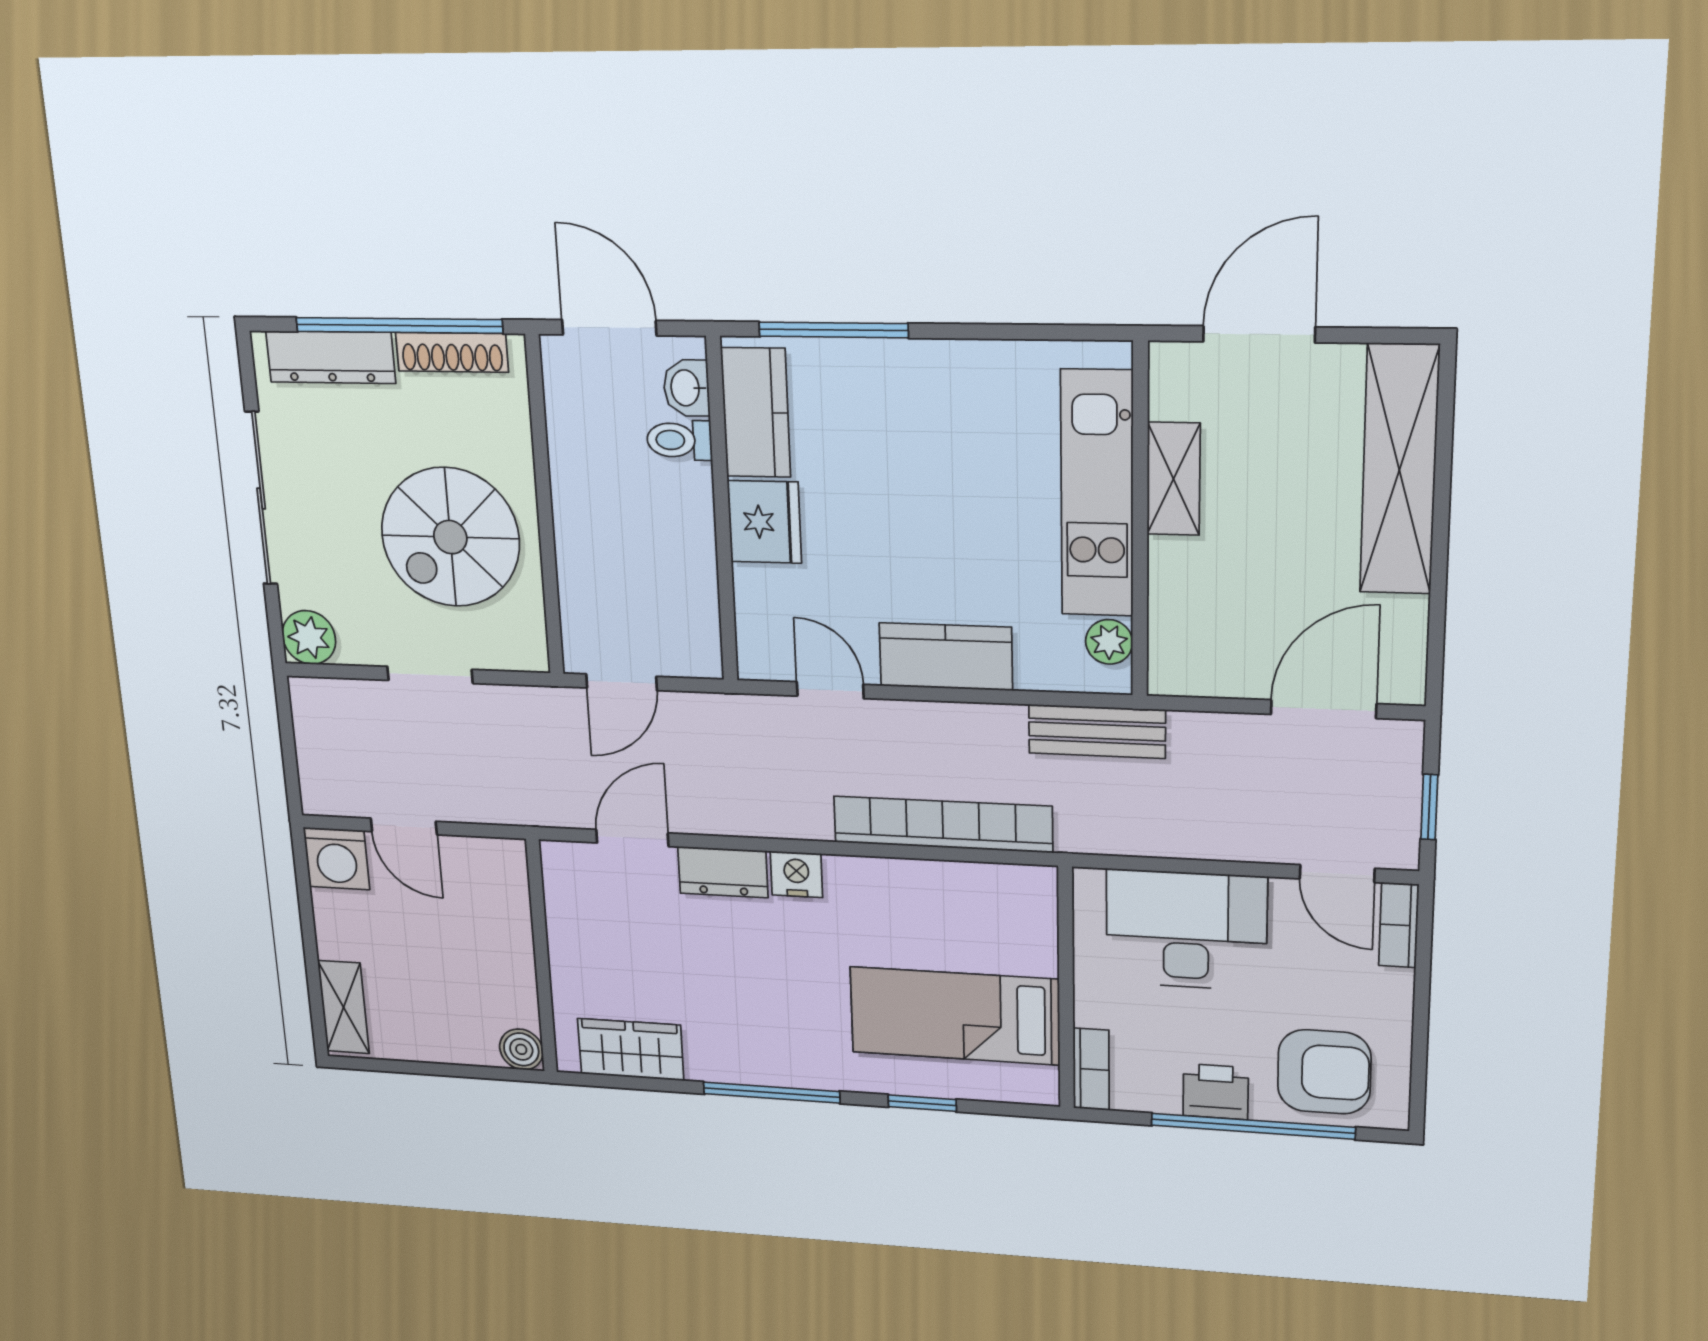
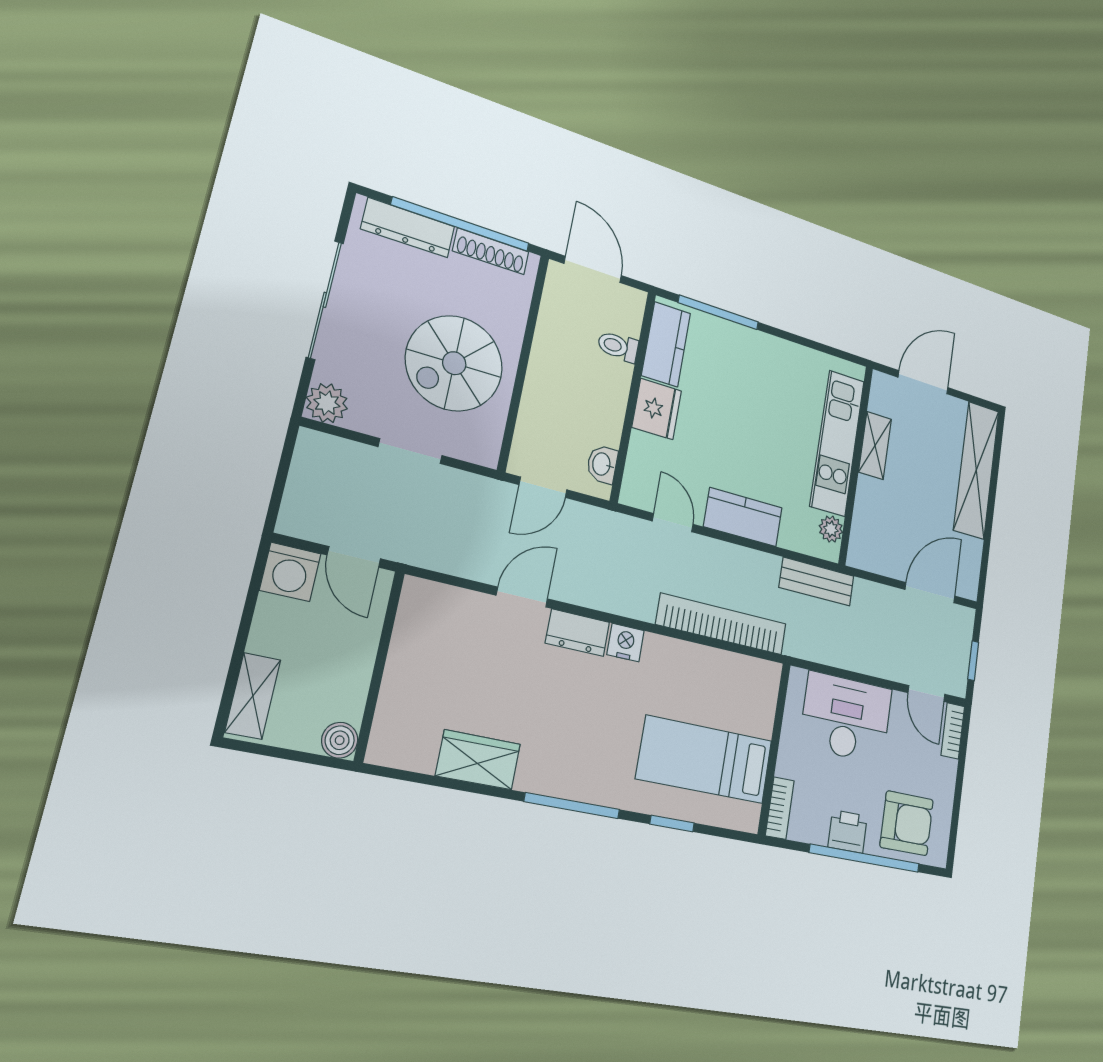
washbasin: (686, 388) -> (602, 464), moved
wall: (542, 957) -> (379, 666), moved
boiler: (521, 1049) -> (340, 740), moved

